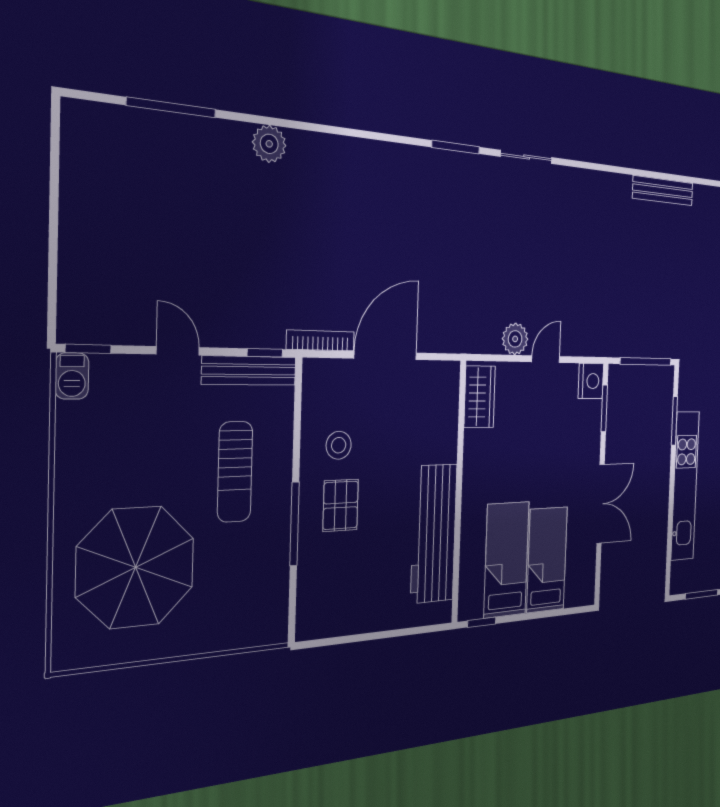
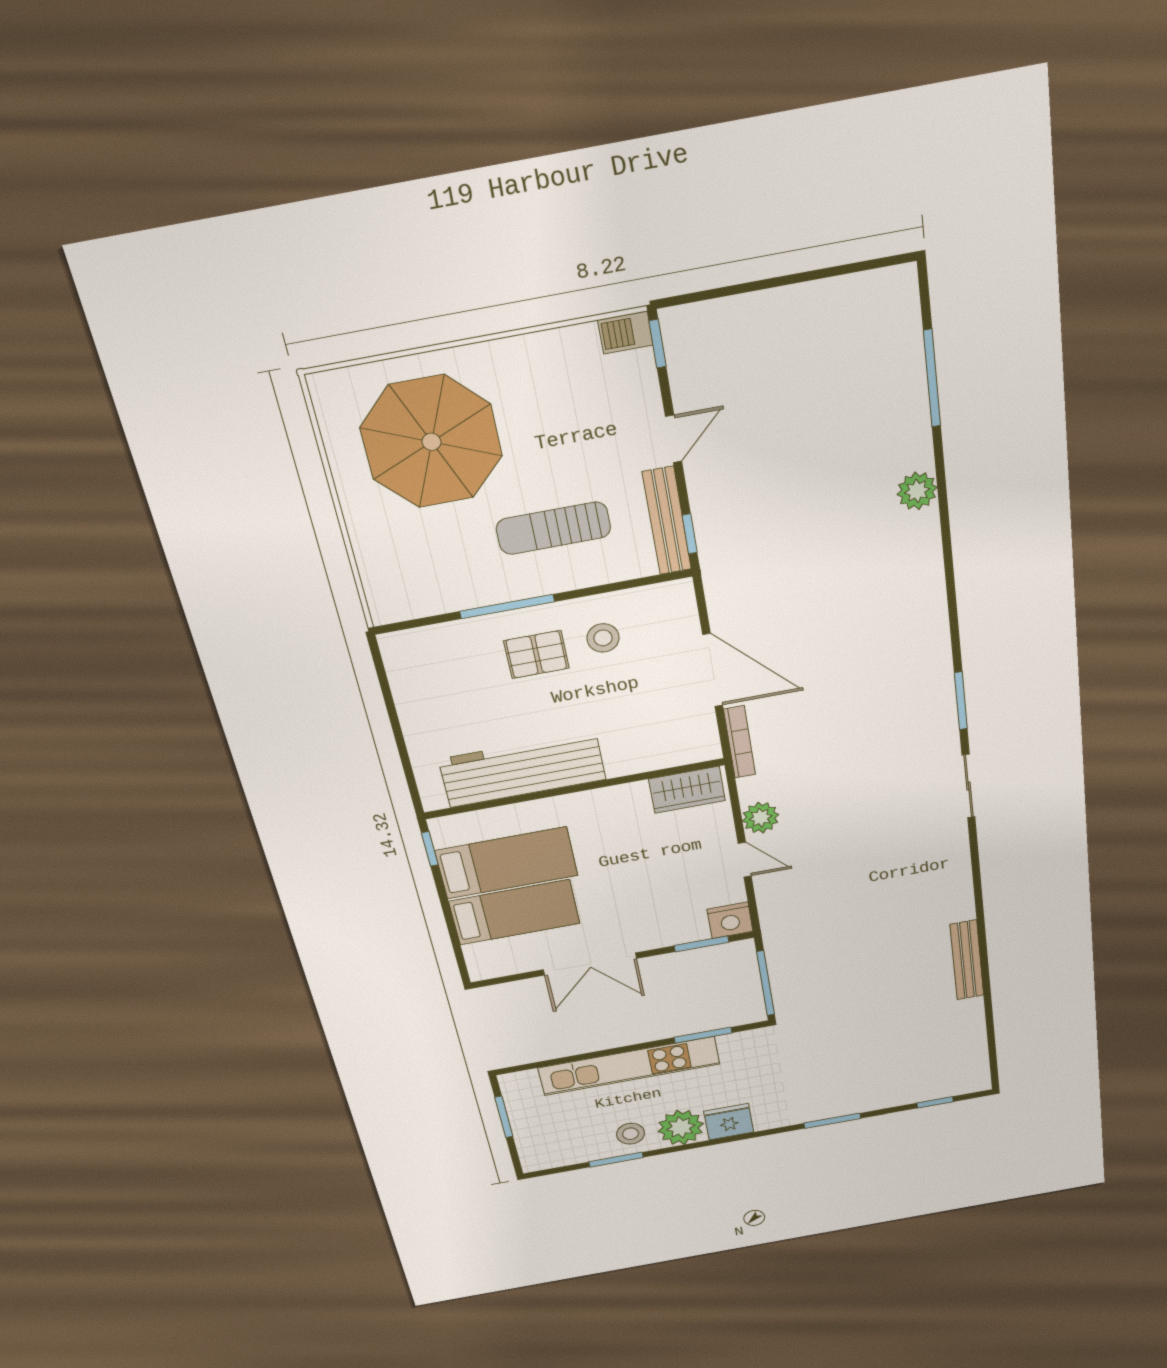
bookcase: (321, 340) -> (740, 742), moved

